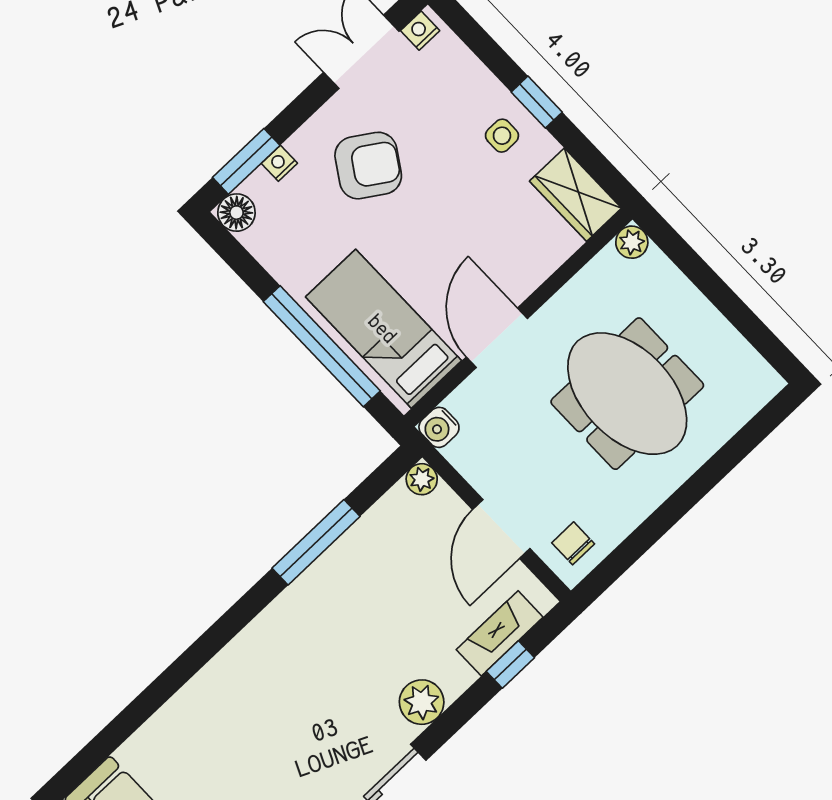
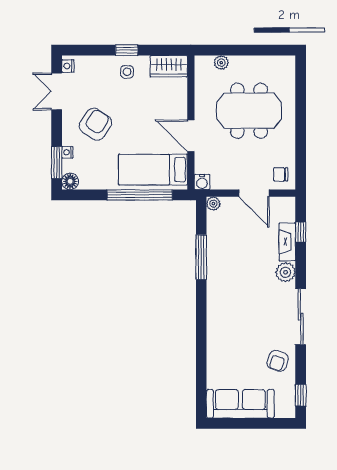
plant: (632, 242) -> (221, 63), moved
fireplace: (500, 633) -> (287, 242), moved

